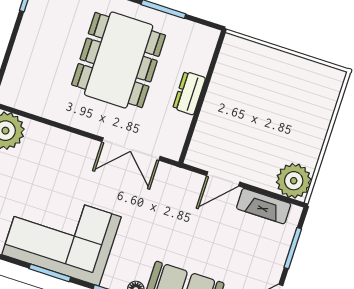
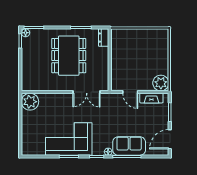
dresser: (189, 93) -> (104, 38), moved
door: (223, 179) -> (130, 92), hinge flipped

